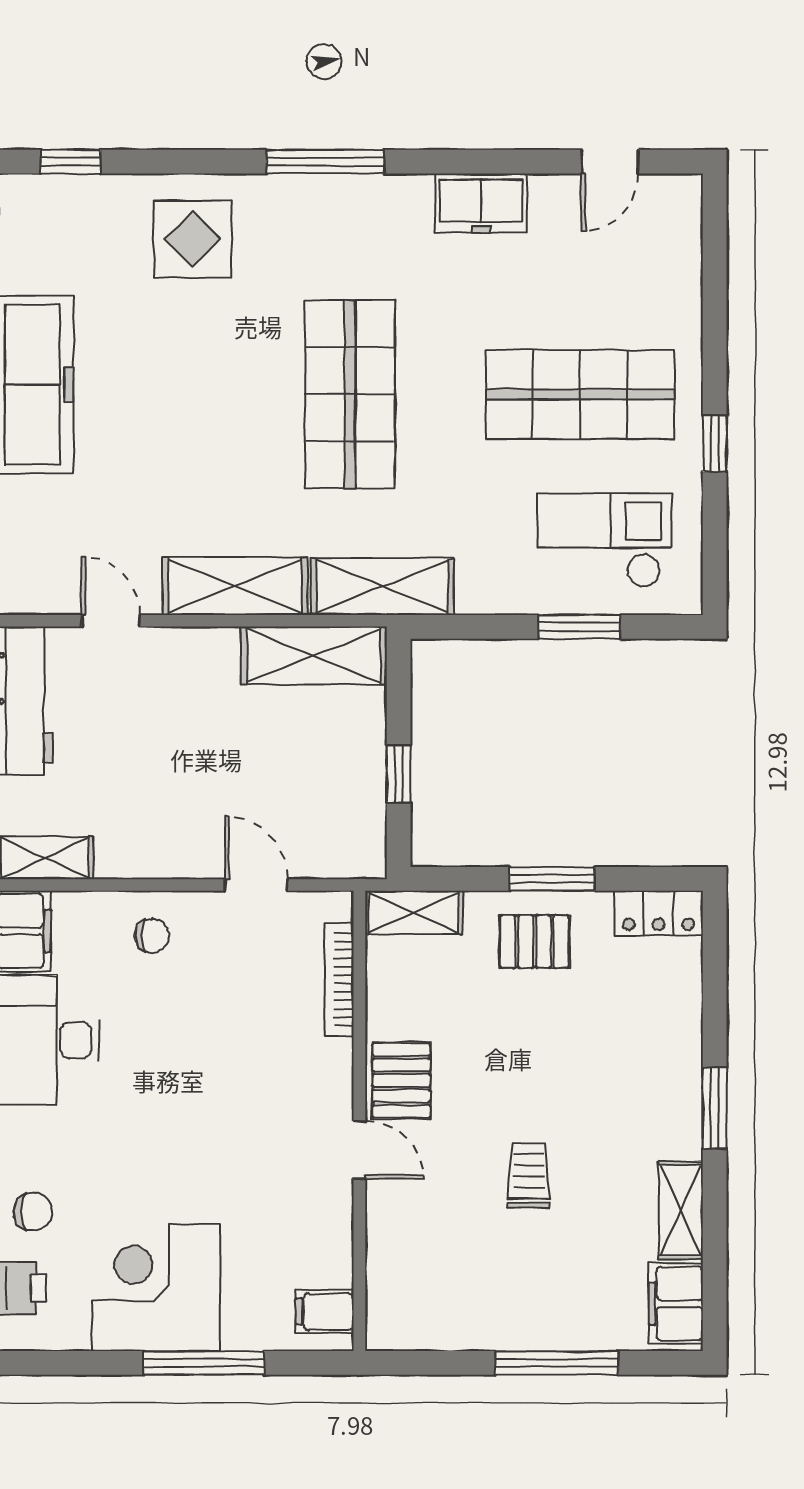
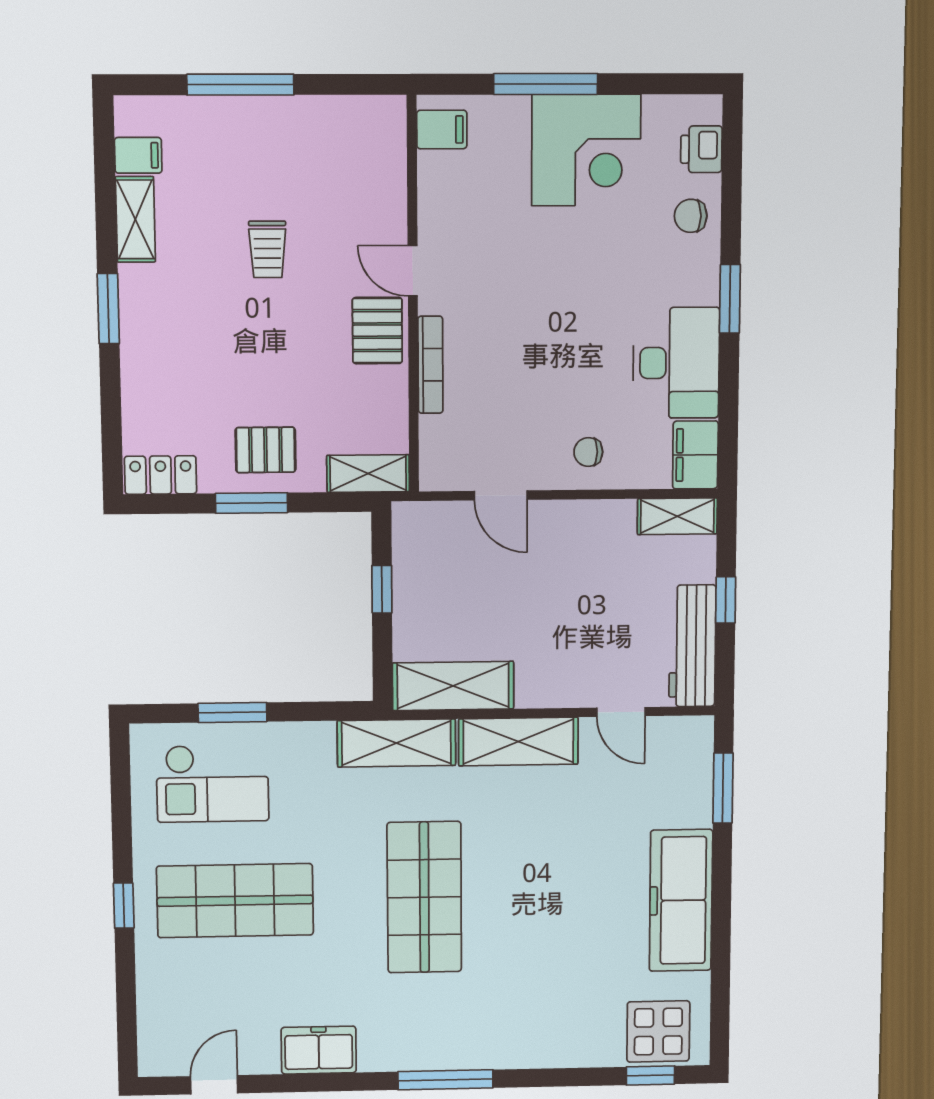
display table: (193, 239) -> (658, 1031), moved
window: (715, 444) -> (124, 906), moved
bookcase: (339, 979) -> (430, 365), moved
filing cabinet: (676, 1304) -> (138, 155), width x0.50

